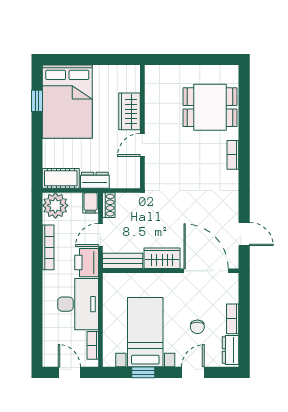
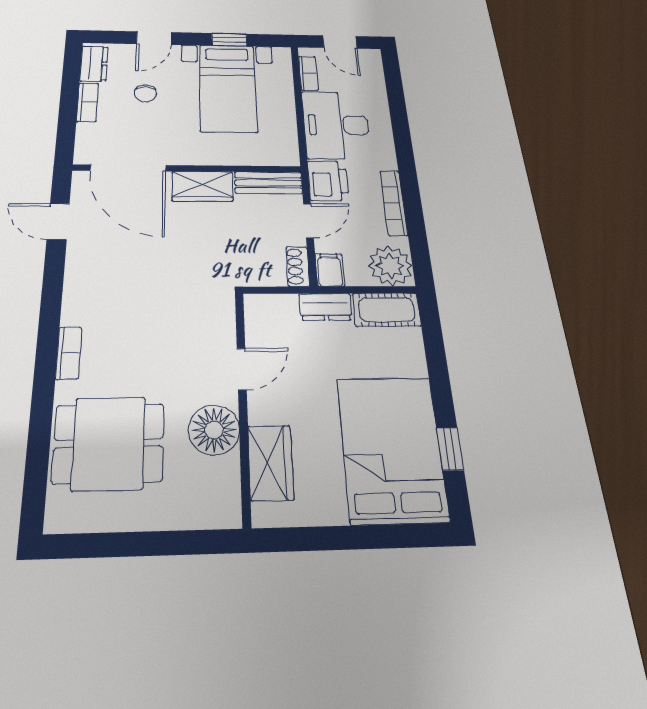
wardrobe: (130, 111) -> (271, 463), moved
floor lamp: (157, 113) -> (214, 430), added
chair: (197, 327) -> (145, 93), turned 180

